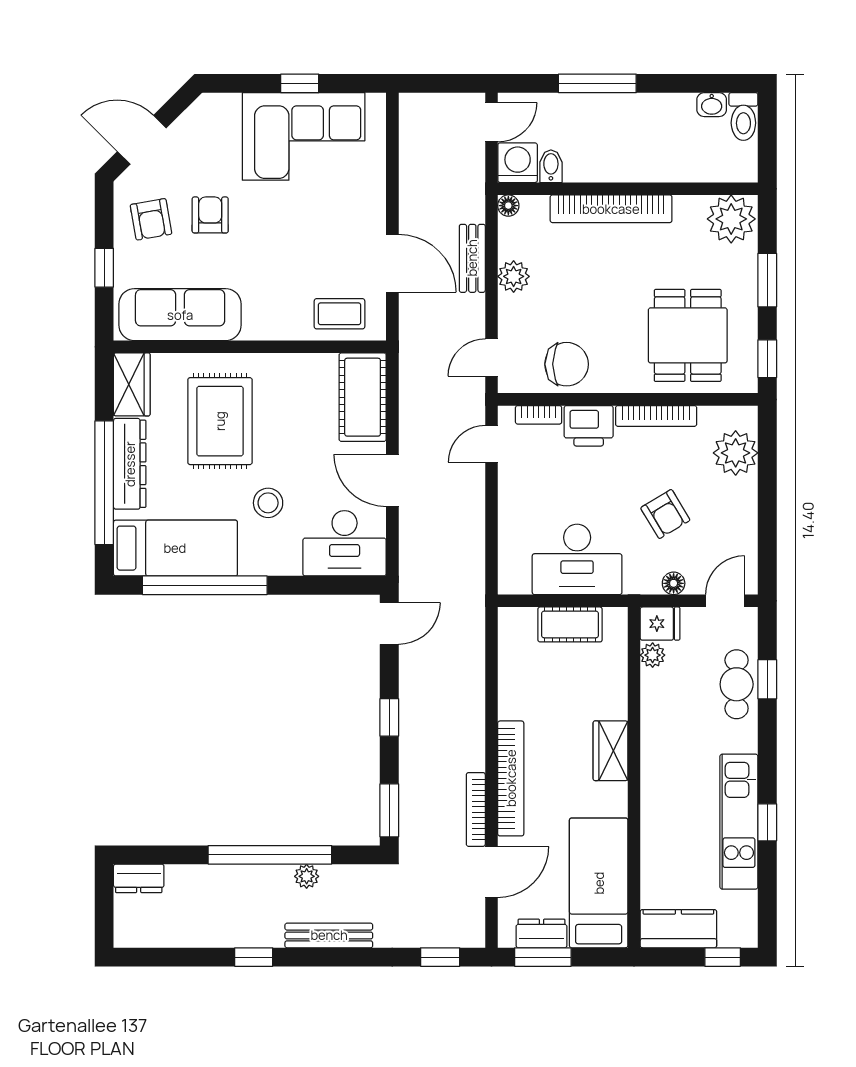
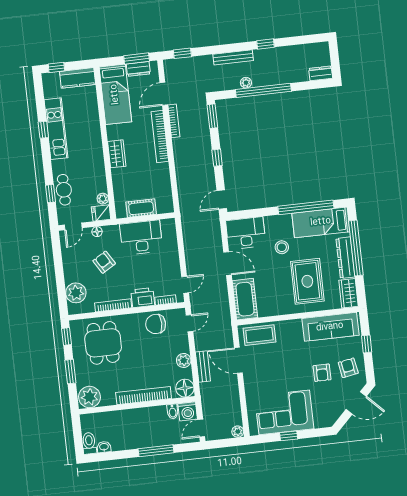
plant: (411, 106) -> (238, 432), added
floor lamp: (508, 206) -> (185, 388), width x1.89, depth x1.89
coffee table: (340, 314) -> (259, 335), width x1.36, depth x1.30

